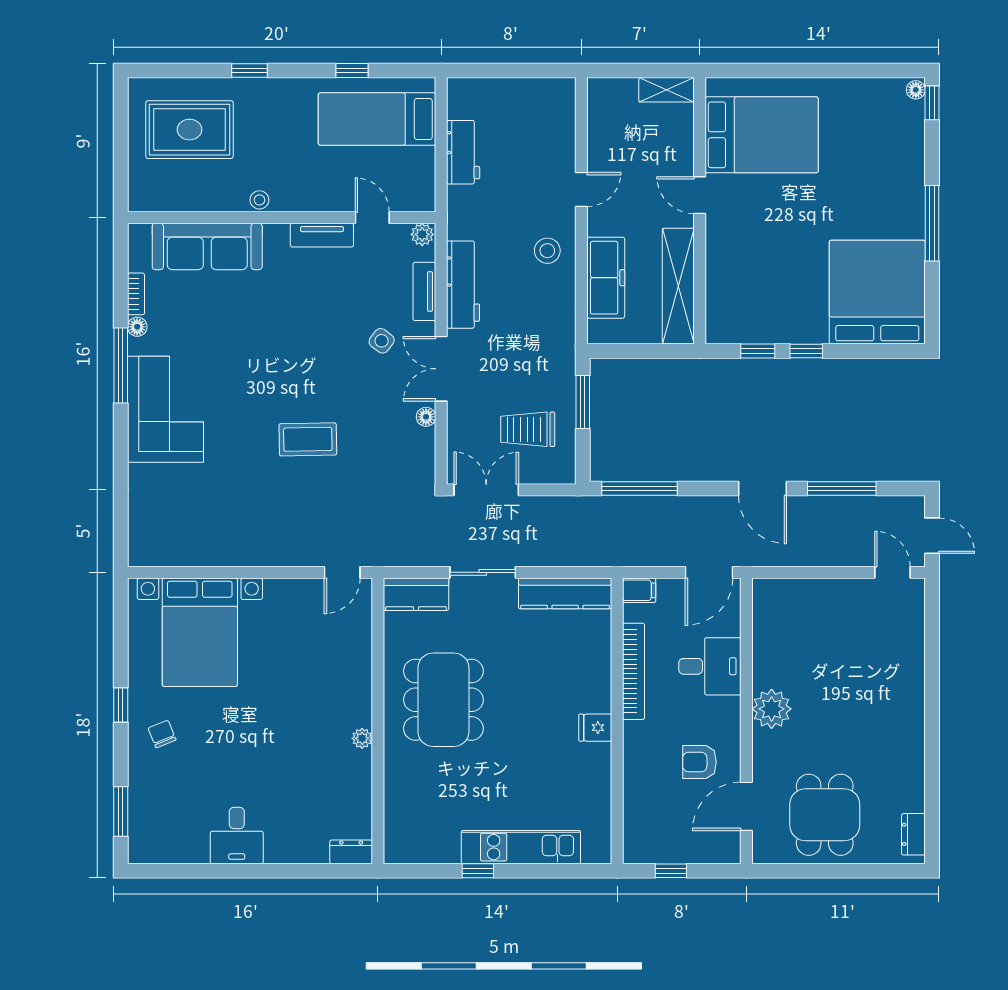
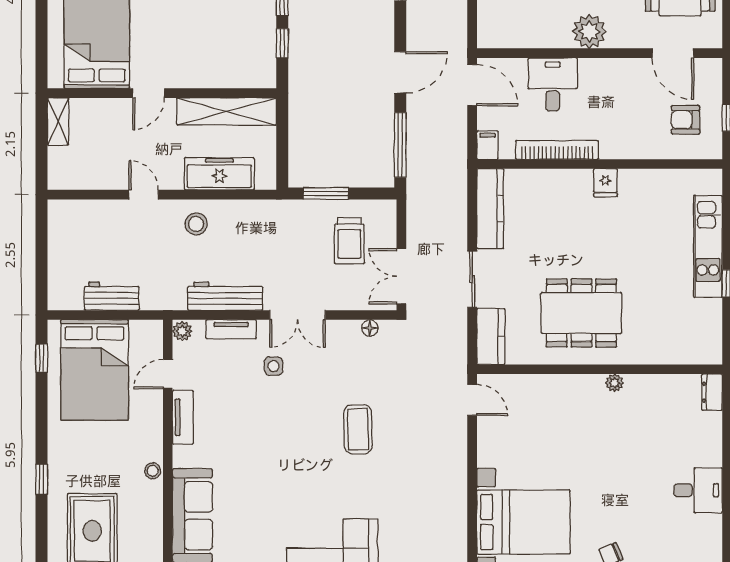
window: (352, 70) -> (42, 358), moved
bed: (377, 119) -> (95, 370), width x1.50
side table: (382, 341) -> (273, 366), turned -37
floor lamp: (426, 417) -> (370, 328), moved
door: (762, 488) -> (400, 72), moved
armchair: (699, 762) -> (686, 120), moved, turned 90

